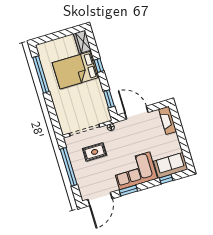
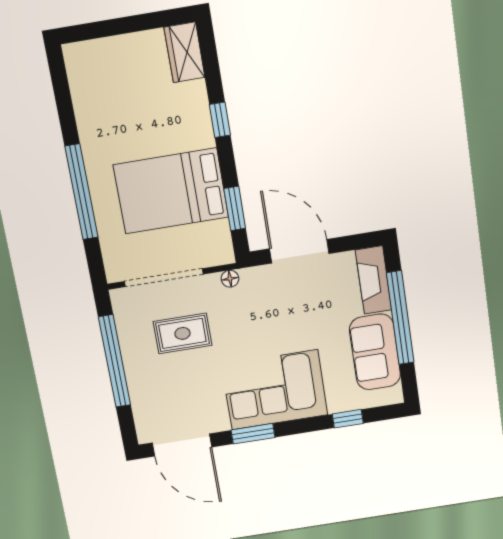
bed: (76, 70) -> (171, 191), moved
window: (41, 75) -> (81, 192), moved
window: (181, 134) -> (400, 318), added
sofa: (171, 165) -> (375, 352), moved, turned -90
door: (100, 199) -> (182, 445), hinge flipped

